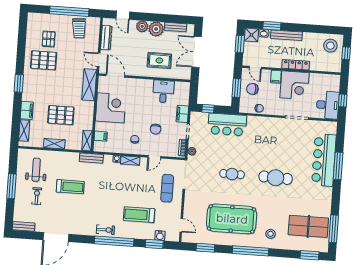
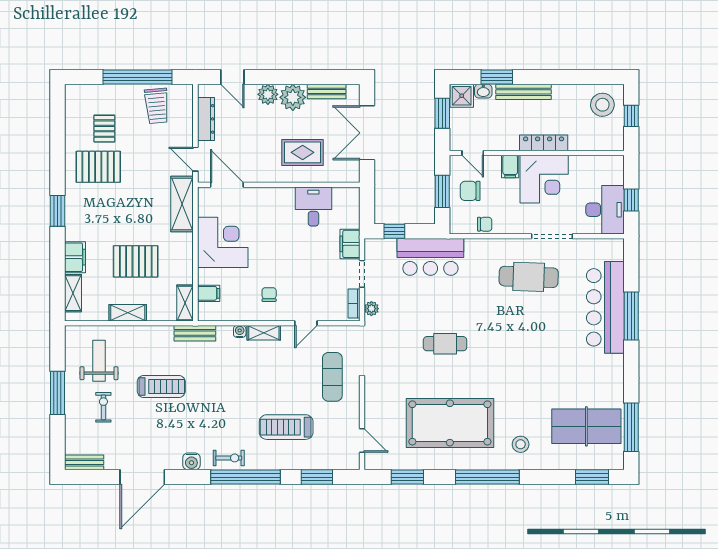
chair: (156, 129) -> (305, 274), removed
cafe table: (276, 178) -> (529, 277), moved
water cooler: (160, 236) -> (191, 461), moved

